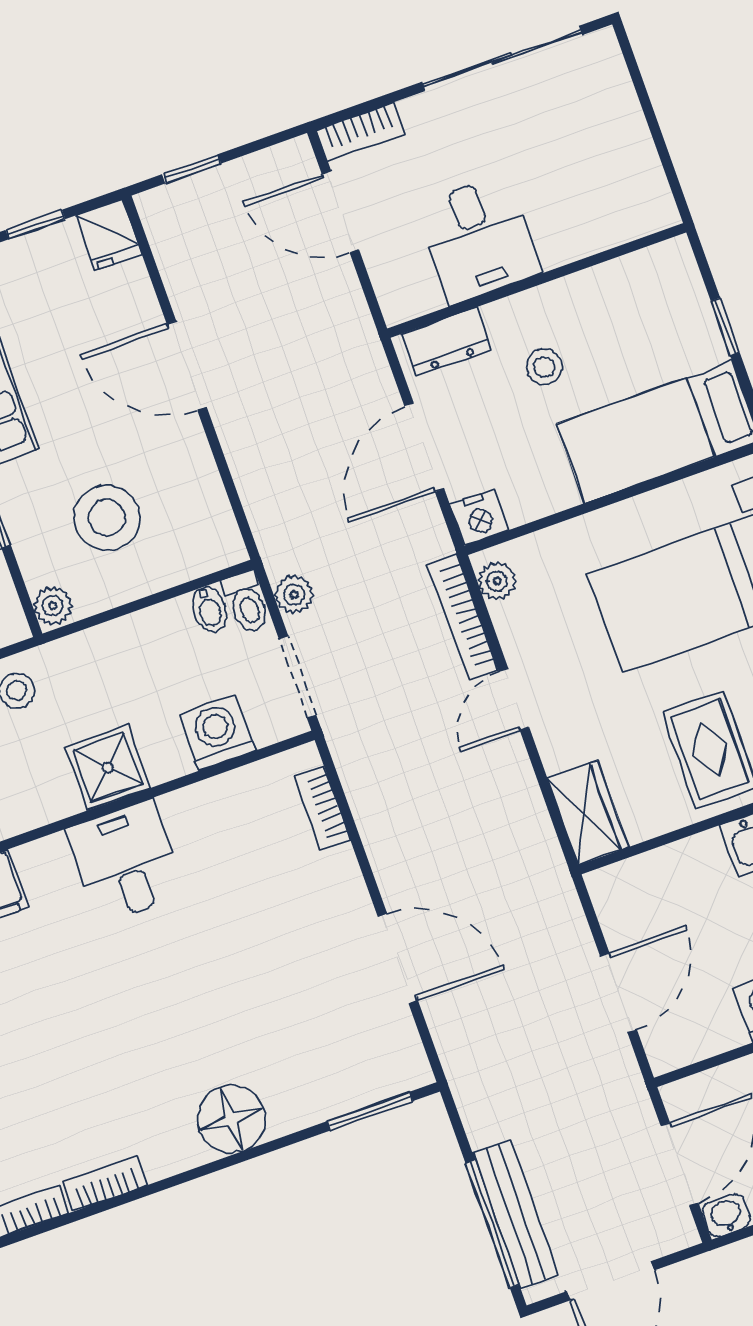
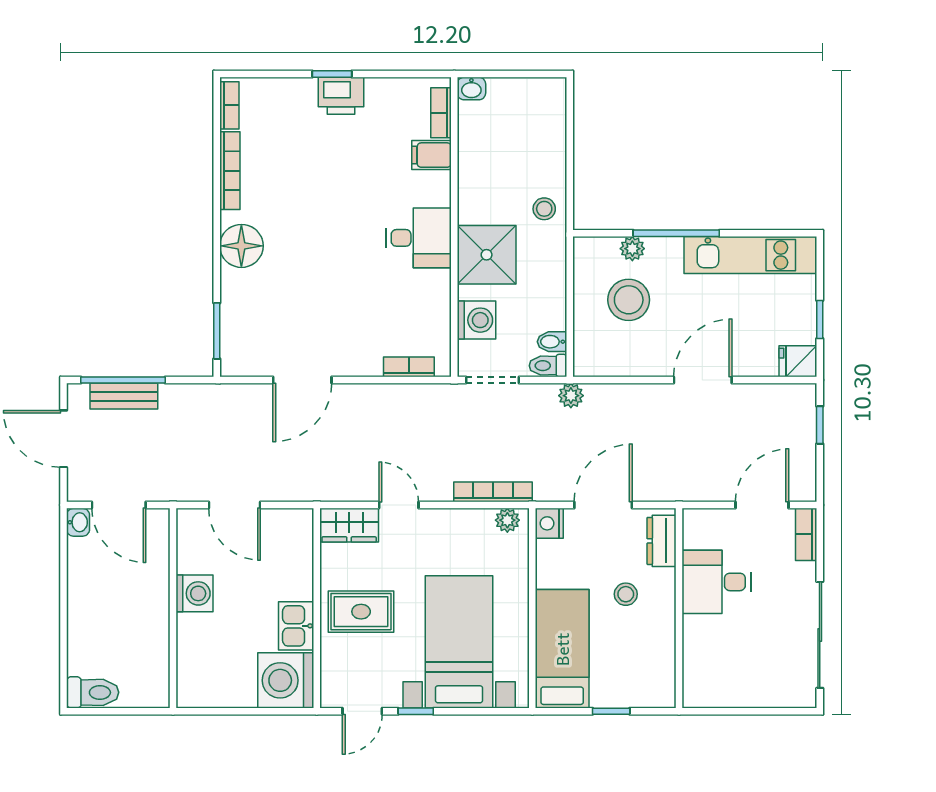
door: (424, 447) -> (603, 505), hinge flipped
plant: (294, 594) -> (571, 396), moved
plant: (53, 606) -> (632, 249), moved
door: (514, 699) -> (399, 505), moved
shower: (108, 767) -> (487, 255), width x1.36, depth x1.36
bookcase: (105, 1184) -> (230, 171), width x1.56
bench: (516, 1214) -> (124, 396), width x0.73

